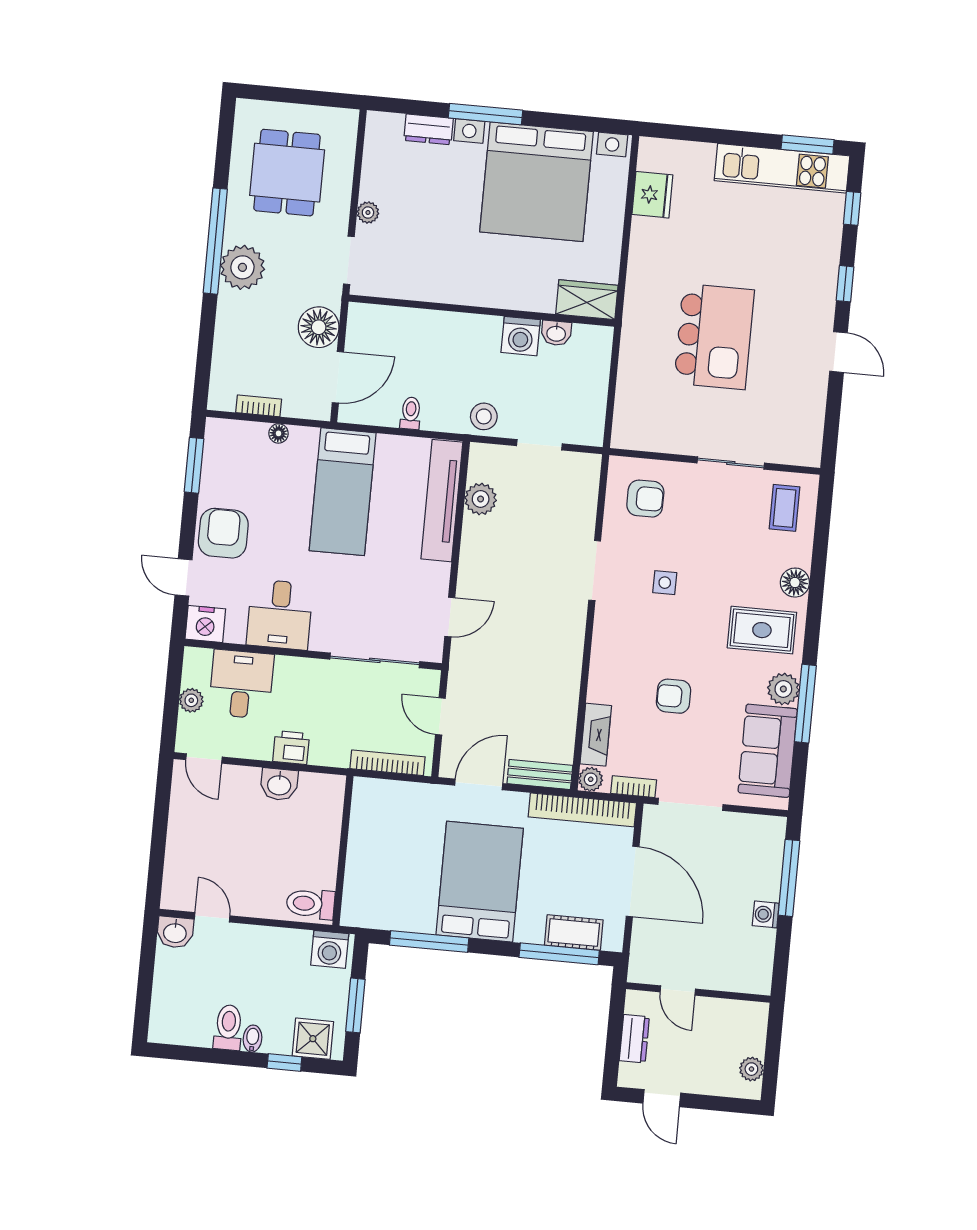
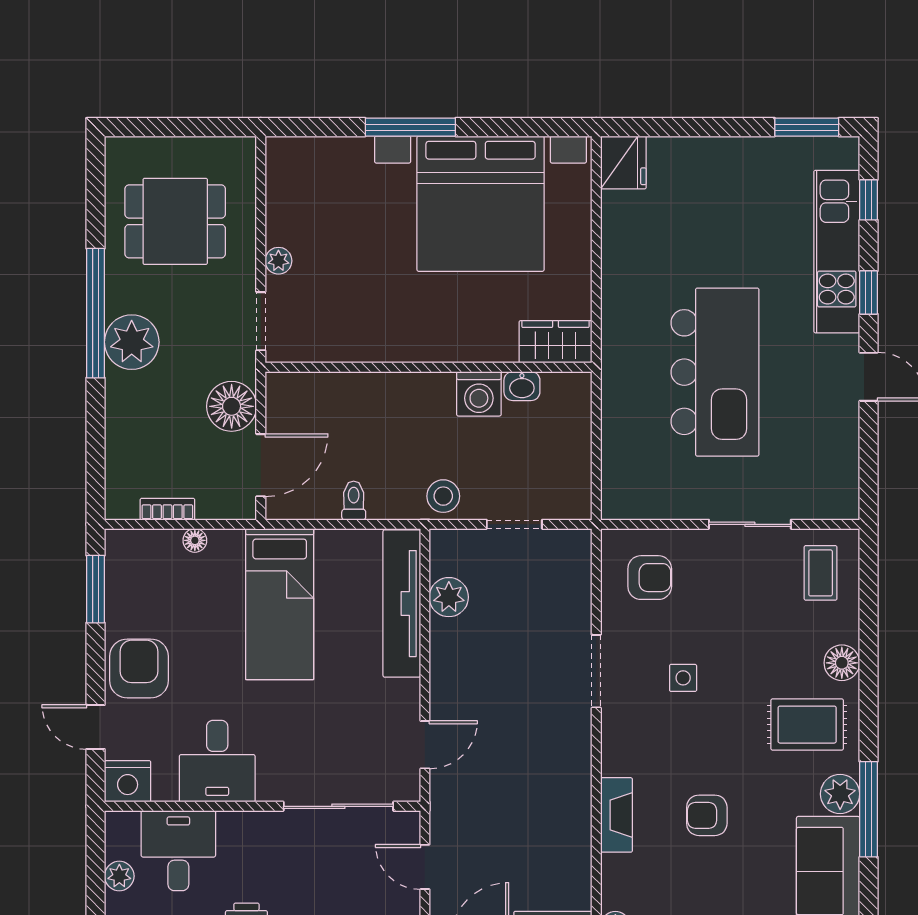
dresser: (429, 129) -> (343, 152), removed
kitchen unit: (782, 168) -> (837, 252), moved, turned 90
dining table: (287, 173) -> (175, 221), turned 90
fridge: (652, 195) -> (623, 162), moved
kitchen island: (714, 337) -> (715, 372), width x1.37
fireplace: (596, 735) -> (616, 815), moved

